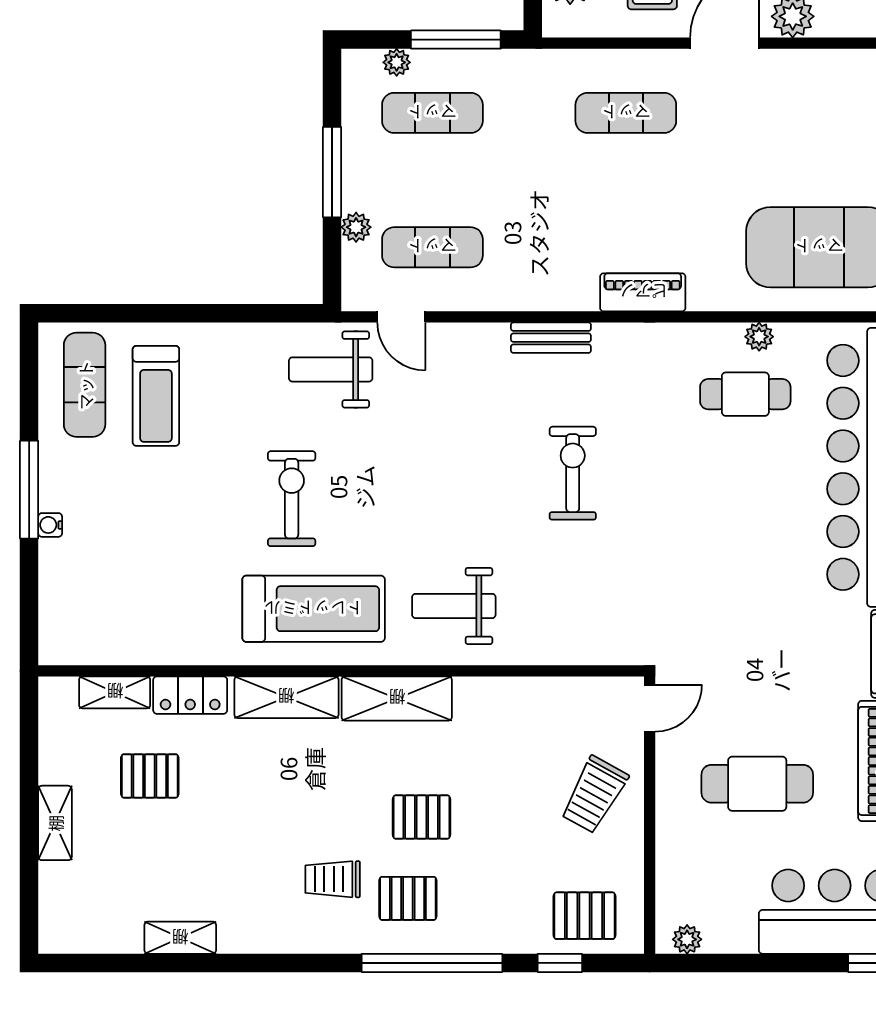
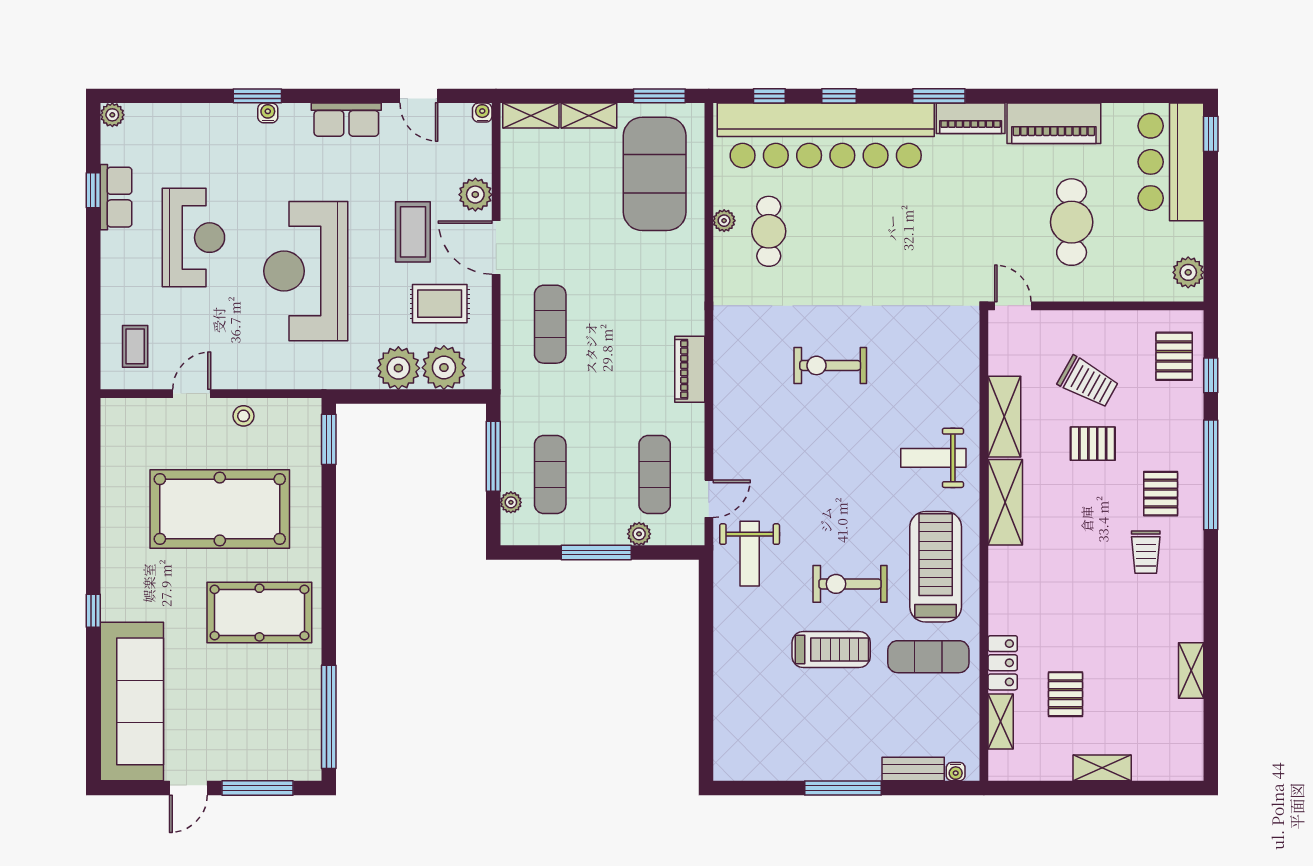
piano: (643, 292) -> (690, 369), moved
bench: (551, 338) -> (913, 769), moved, turned 90
exercise mat: (85, 385) -> (928, 657), moved
treadmill: (156, 396) -> (831, 649), moved
water cooler: (50, 525) -> (956, 772), moved
weight bench: (454, 606) -> (933, 458), turned 90
shelving: (286, 697) -> (1004, 417), moved
trolley: (594, 795) -> (1088, 382), moved
pallet: (422, 817) -> (1093, 444), moved, turned 90
plant: (687, 939) -> (1188, 272), width x1.38, depth x1.38

